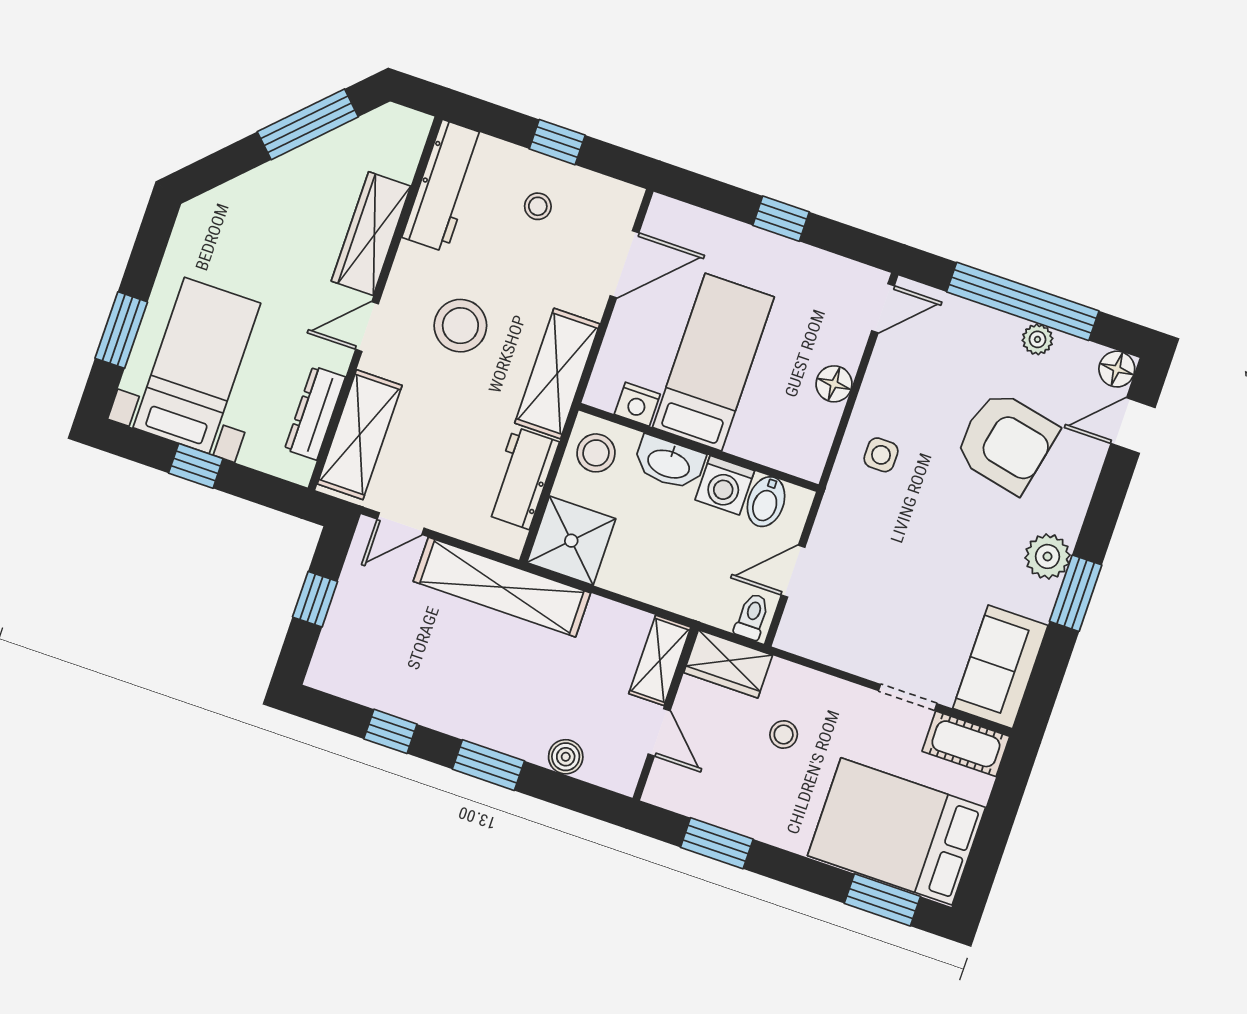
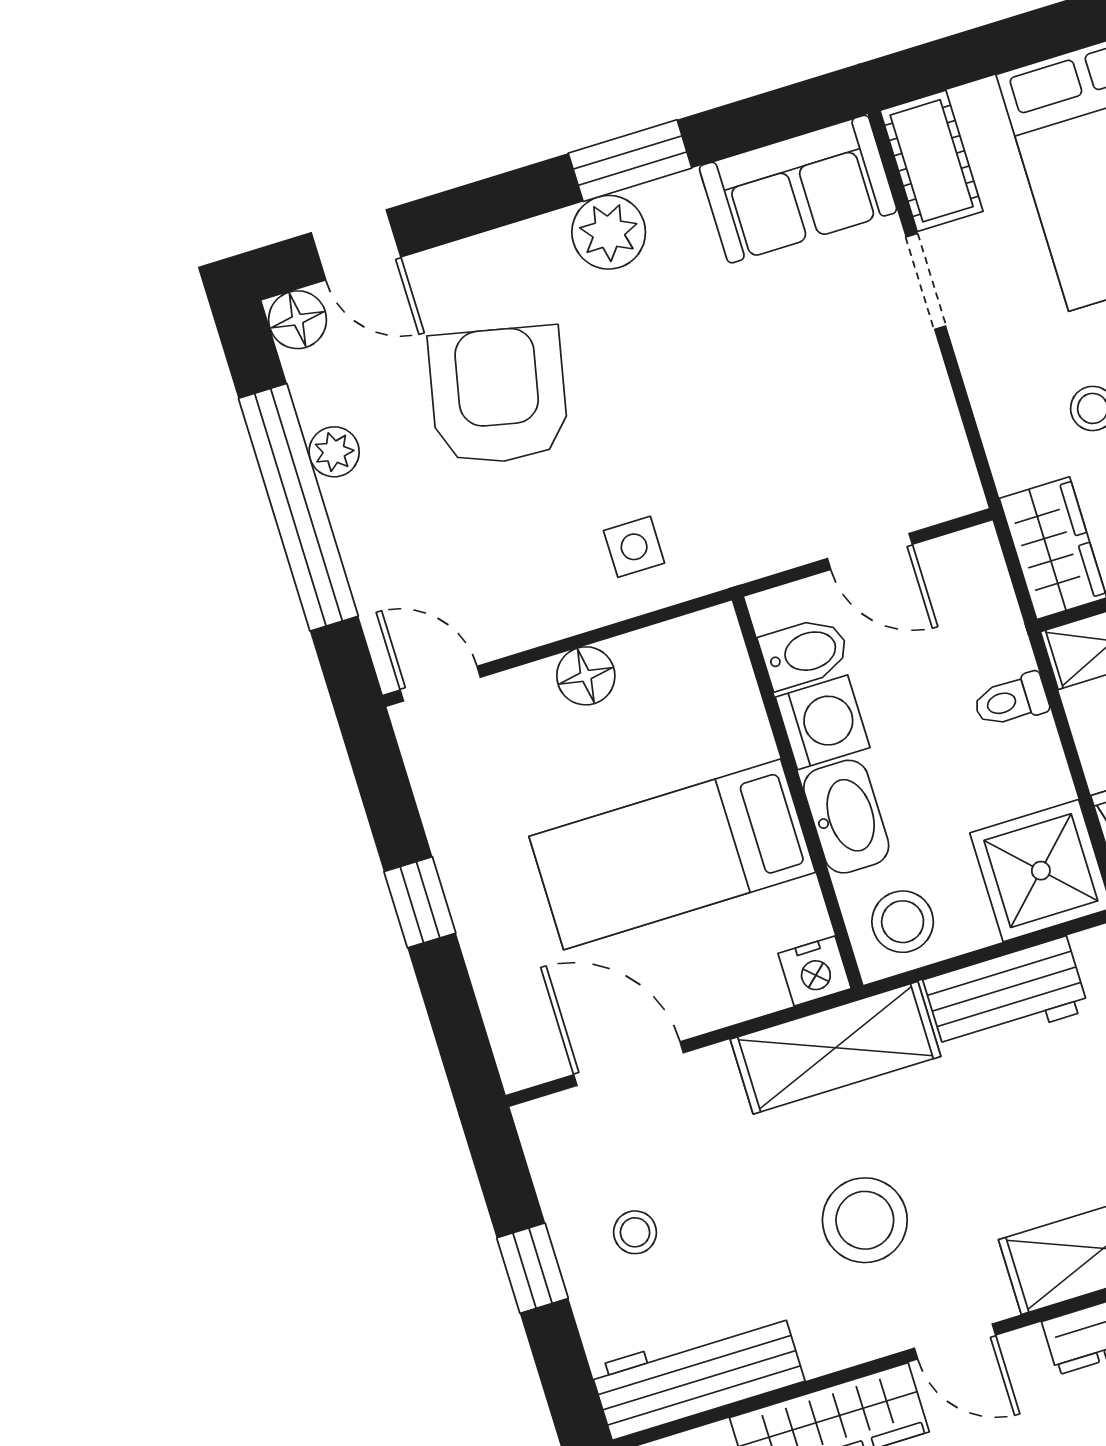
nightstand: (637, 404) -> (815, 971), moved, turned 90
toilet: (752, 617) -> (1011, 700), moved

